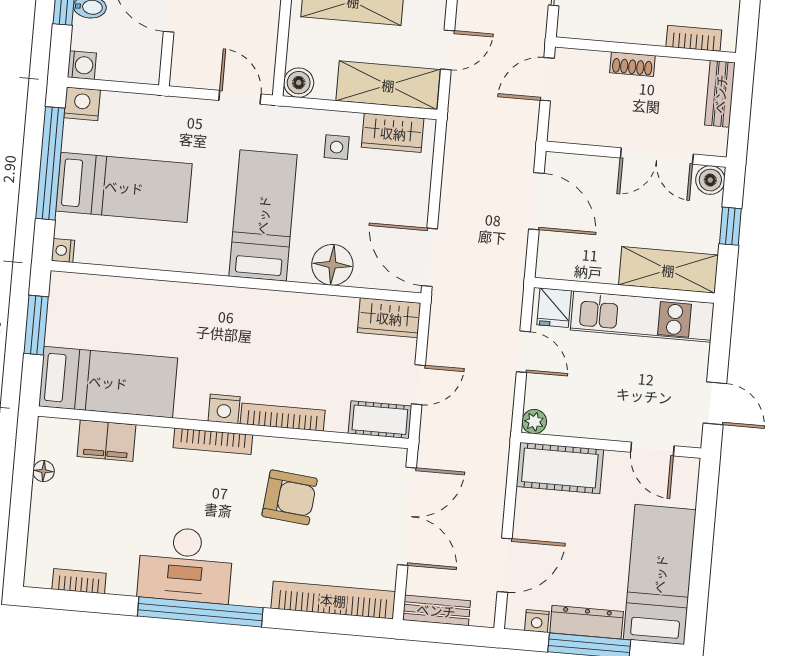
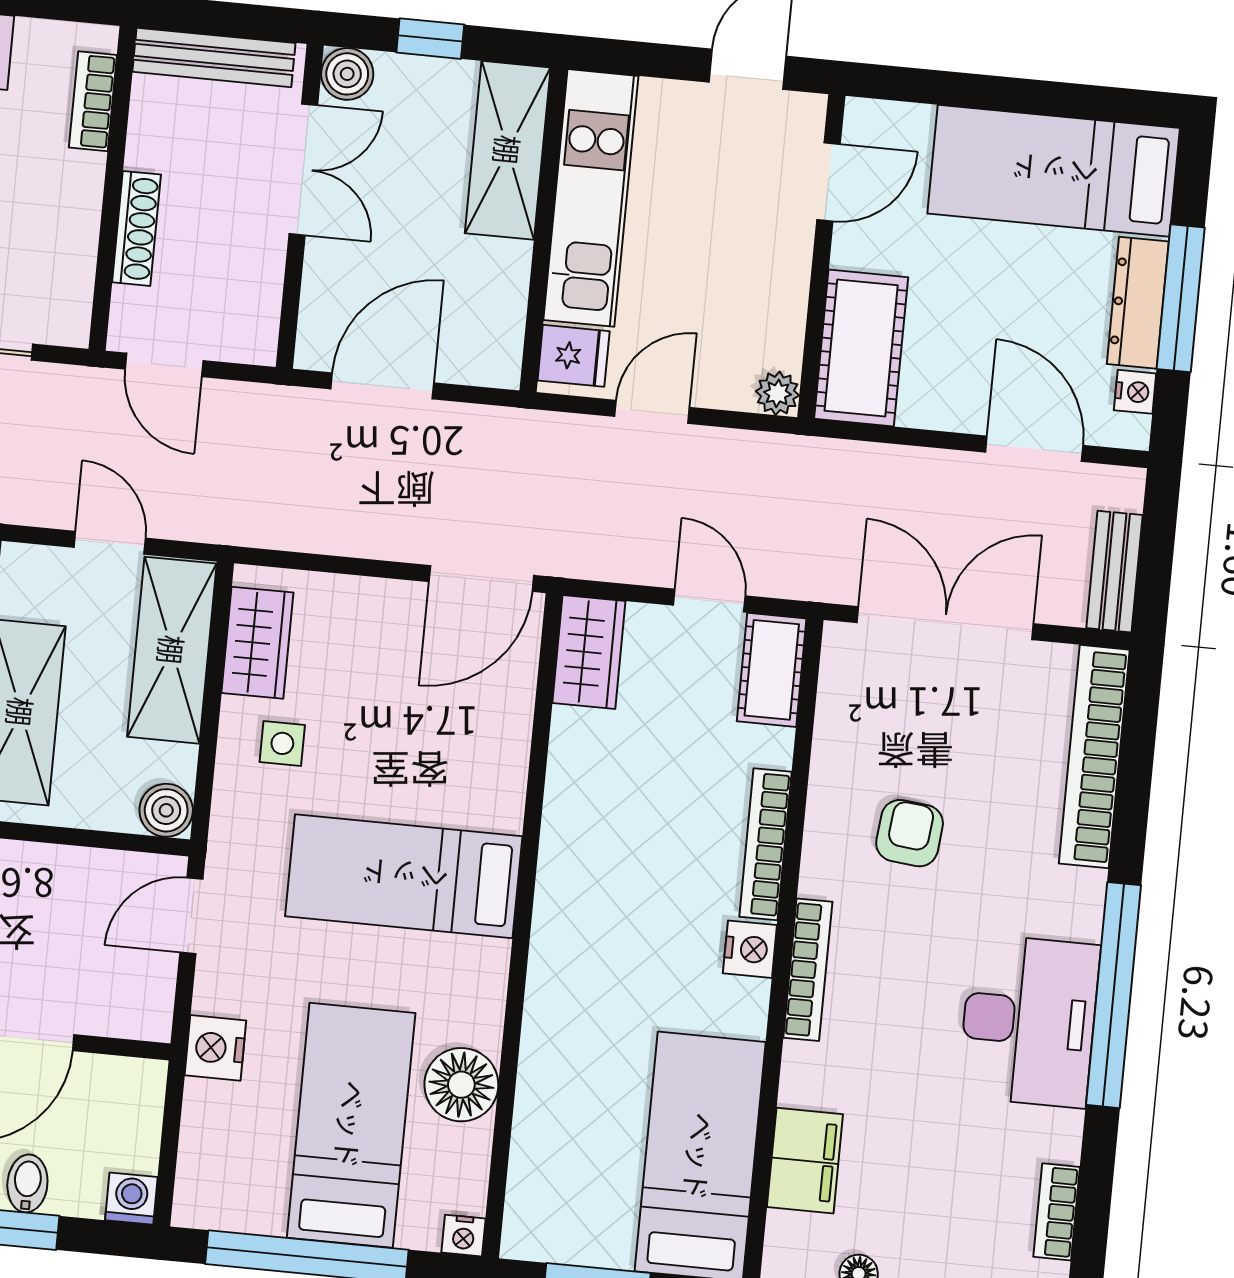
shoe rack: (632, 64) -> (137, 228), width x1.43
bench: (720, 94) -> (214, 57), width x1.36
nightstand: (82, 104) -> (215, 1048), moved
floor lamp: (332, 265) -> (461, 1085), moved
armchair: (290, 497) -> (910, 833), width x0.72, depth x0.72

